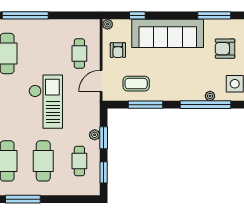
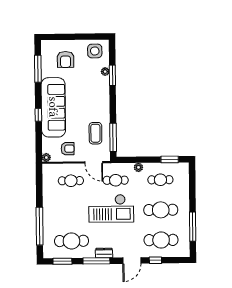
window: (137, 15) -> (38, 115), moved
checkout: (46, 102) -> (111, 208), turned 180
window: (145, 105) -> (113, 137), moved
window: (205, 105) -> (112, 75), width x0.47
cafe table: (79, 107) -> (116, 180), added
window: (104, 138) -> (141, 160), removed

